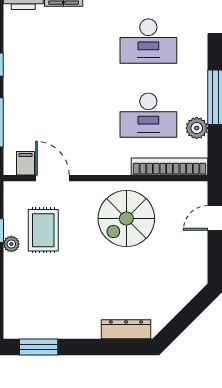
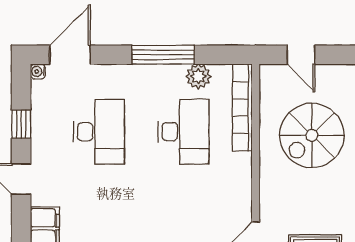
spiral stairs: (126, 219) -> (312, 135), moved, turned 90

